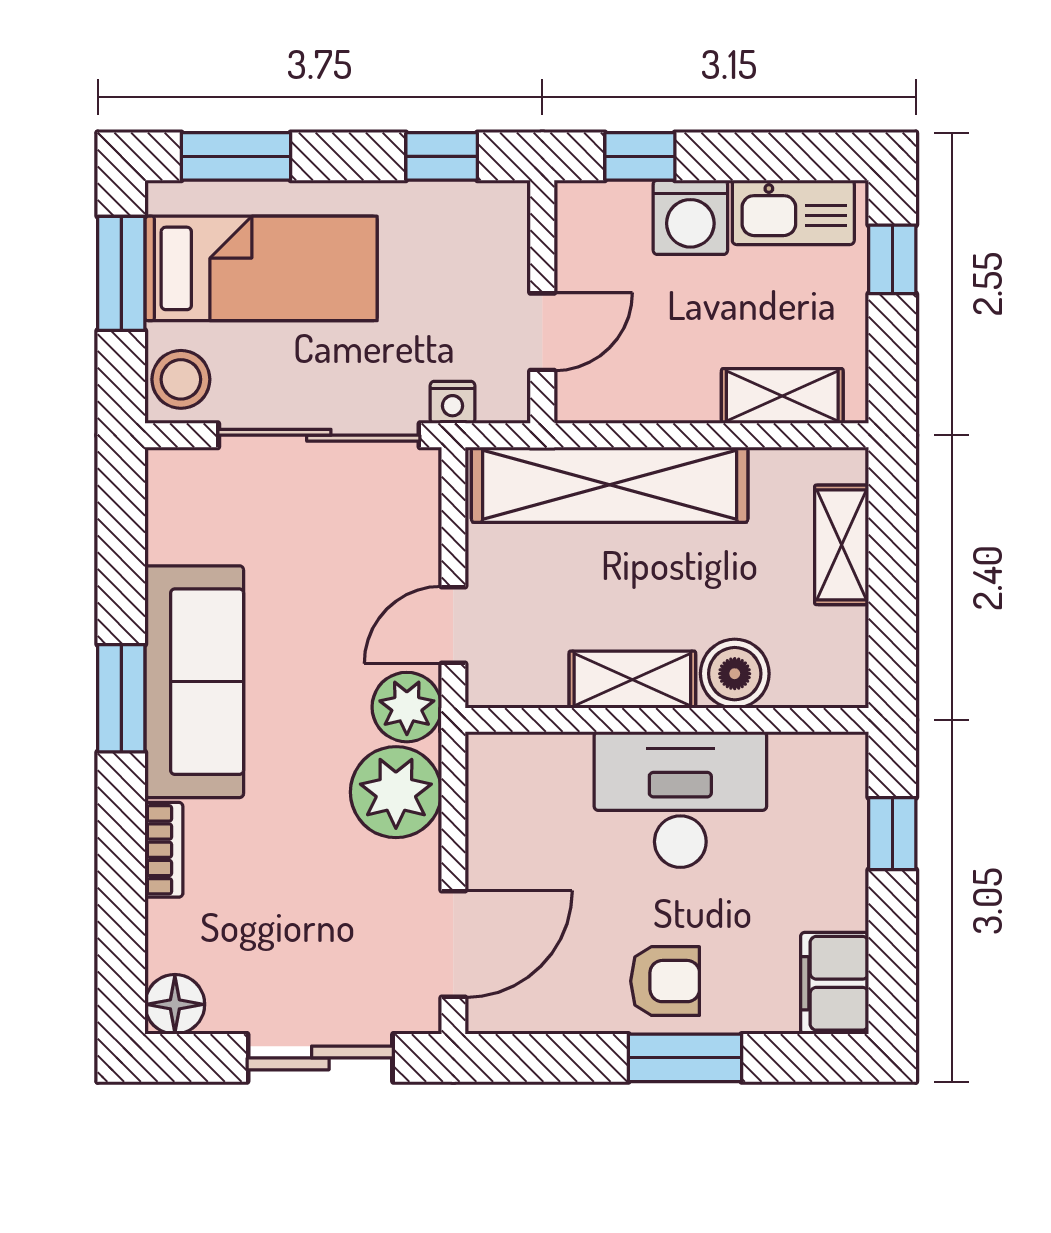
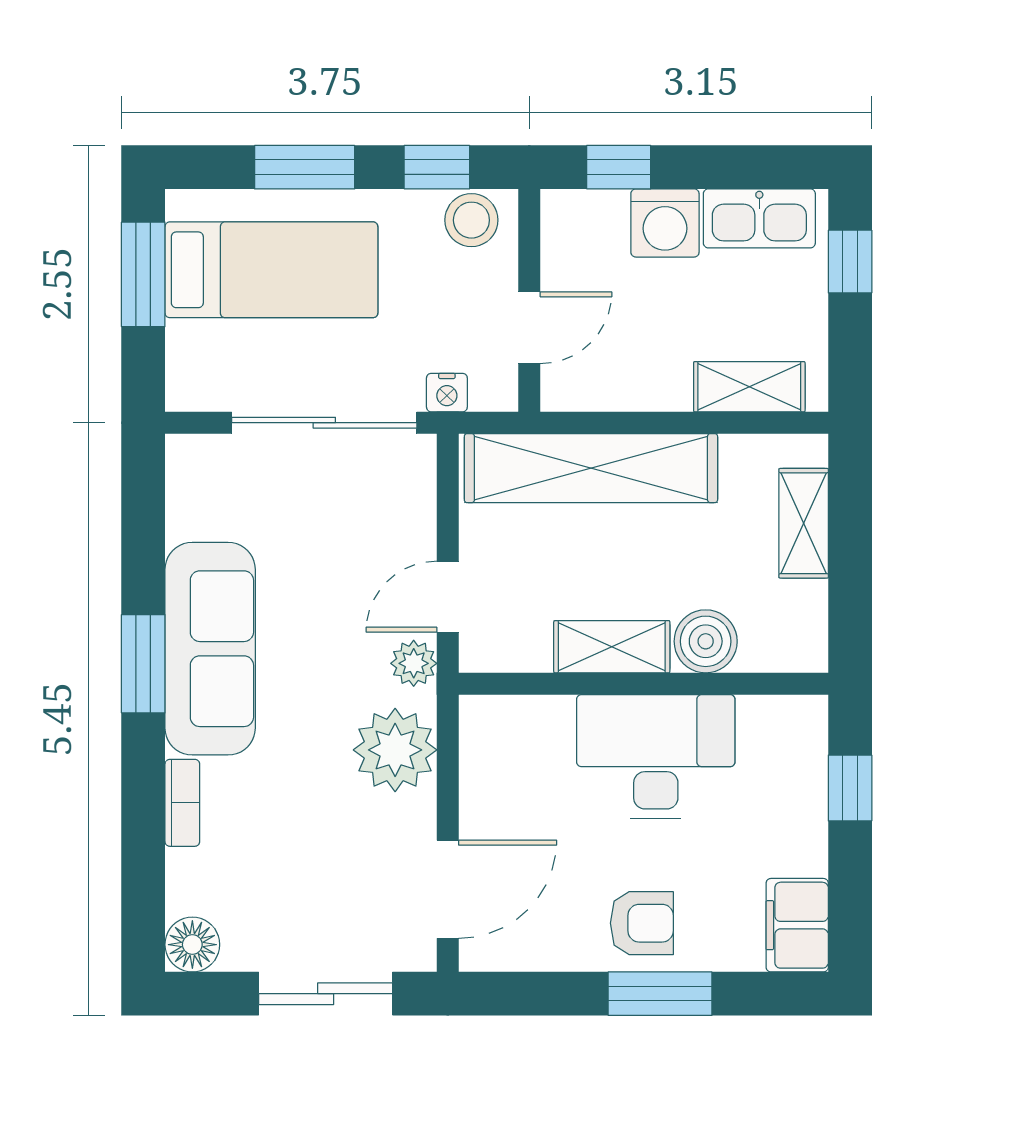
window: (236, 156) -> (305, 167), moved
stool: (181, 379) -> (471, 220), moved
plant: (407, 707) -> (414, 663), width x0.73, depth x0.73

